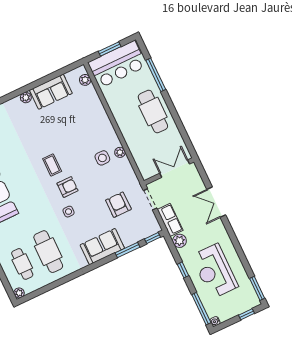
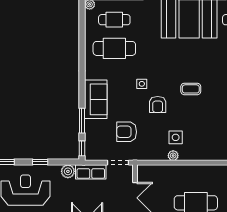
armchair: (67, 187) -> (158, 105), moved
armchair: (118, 205) -> (127, 132), turned 180

